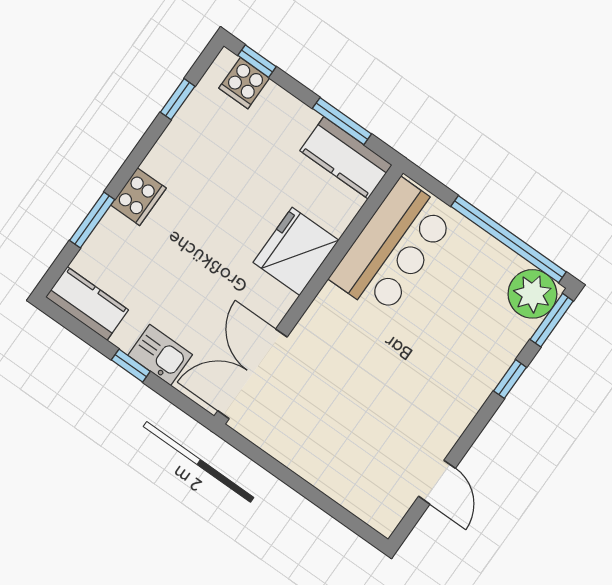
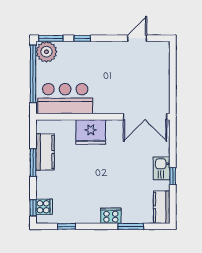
bar counter: (393, 248) -> (65, 99), moved
fridge: (296, 251) -> (91, 132), moved
wall: (309, 295) -> (103, 117), moved
double door: (252, 374) -> (145, 117), moved

